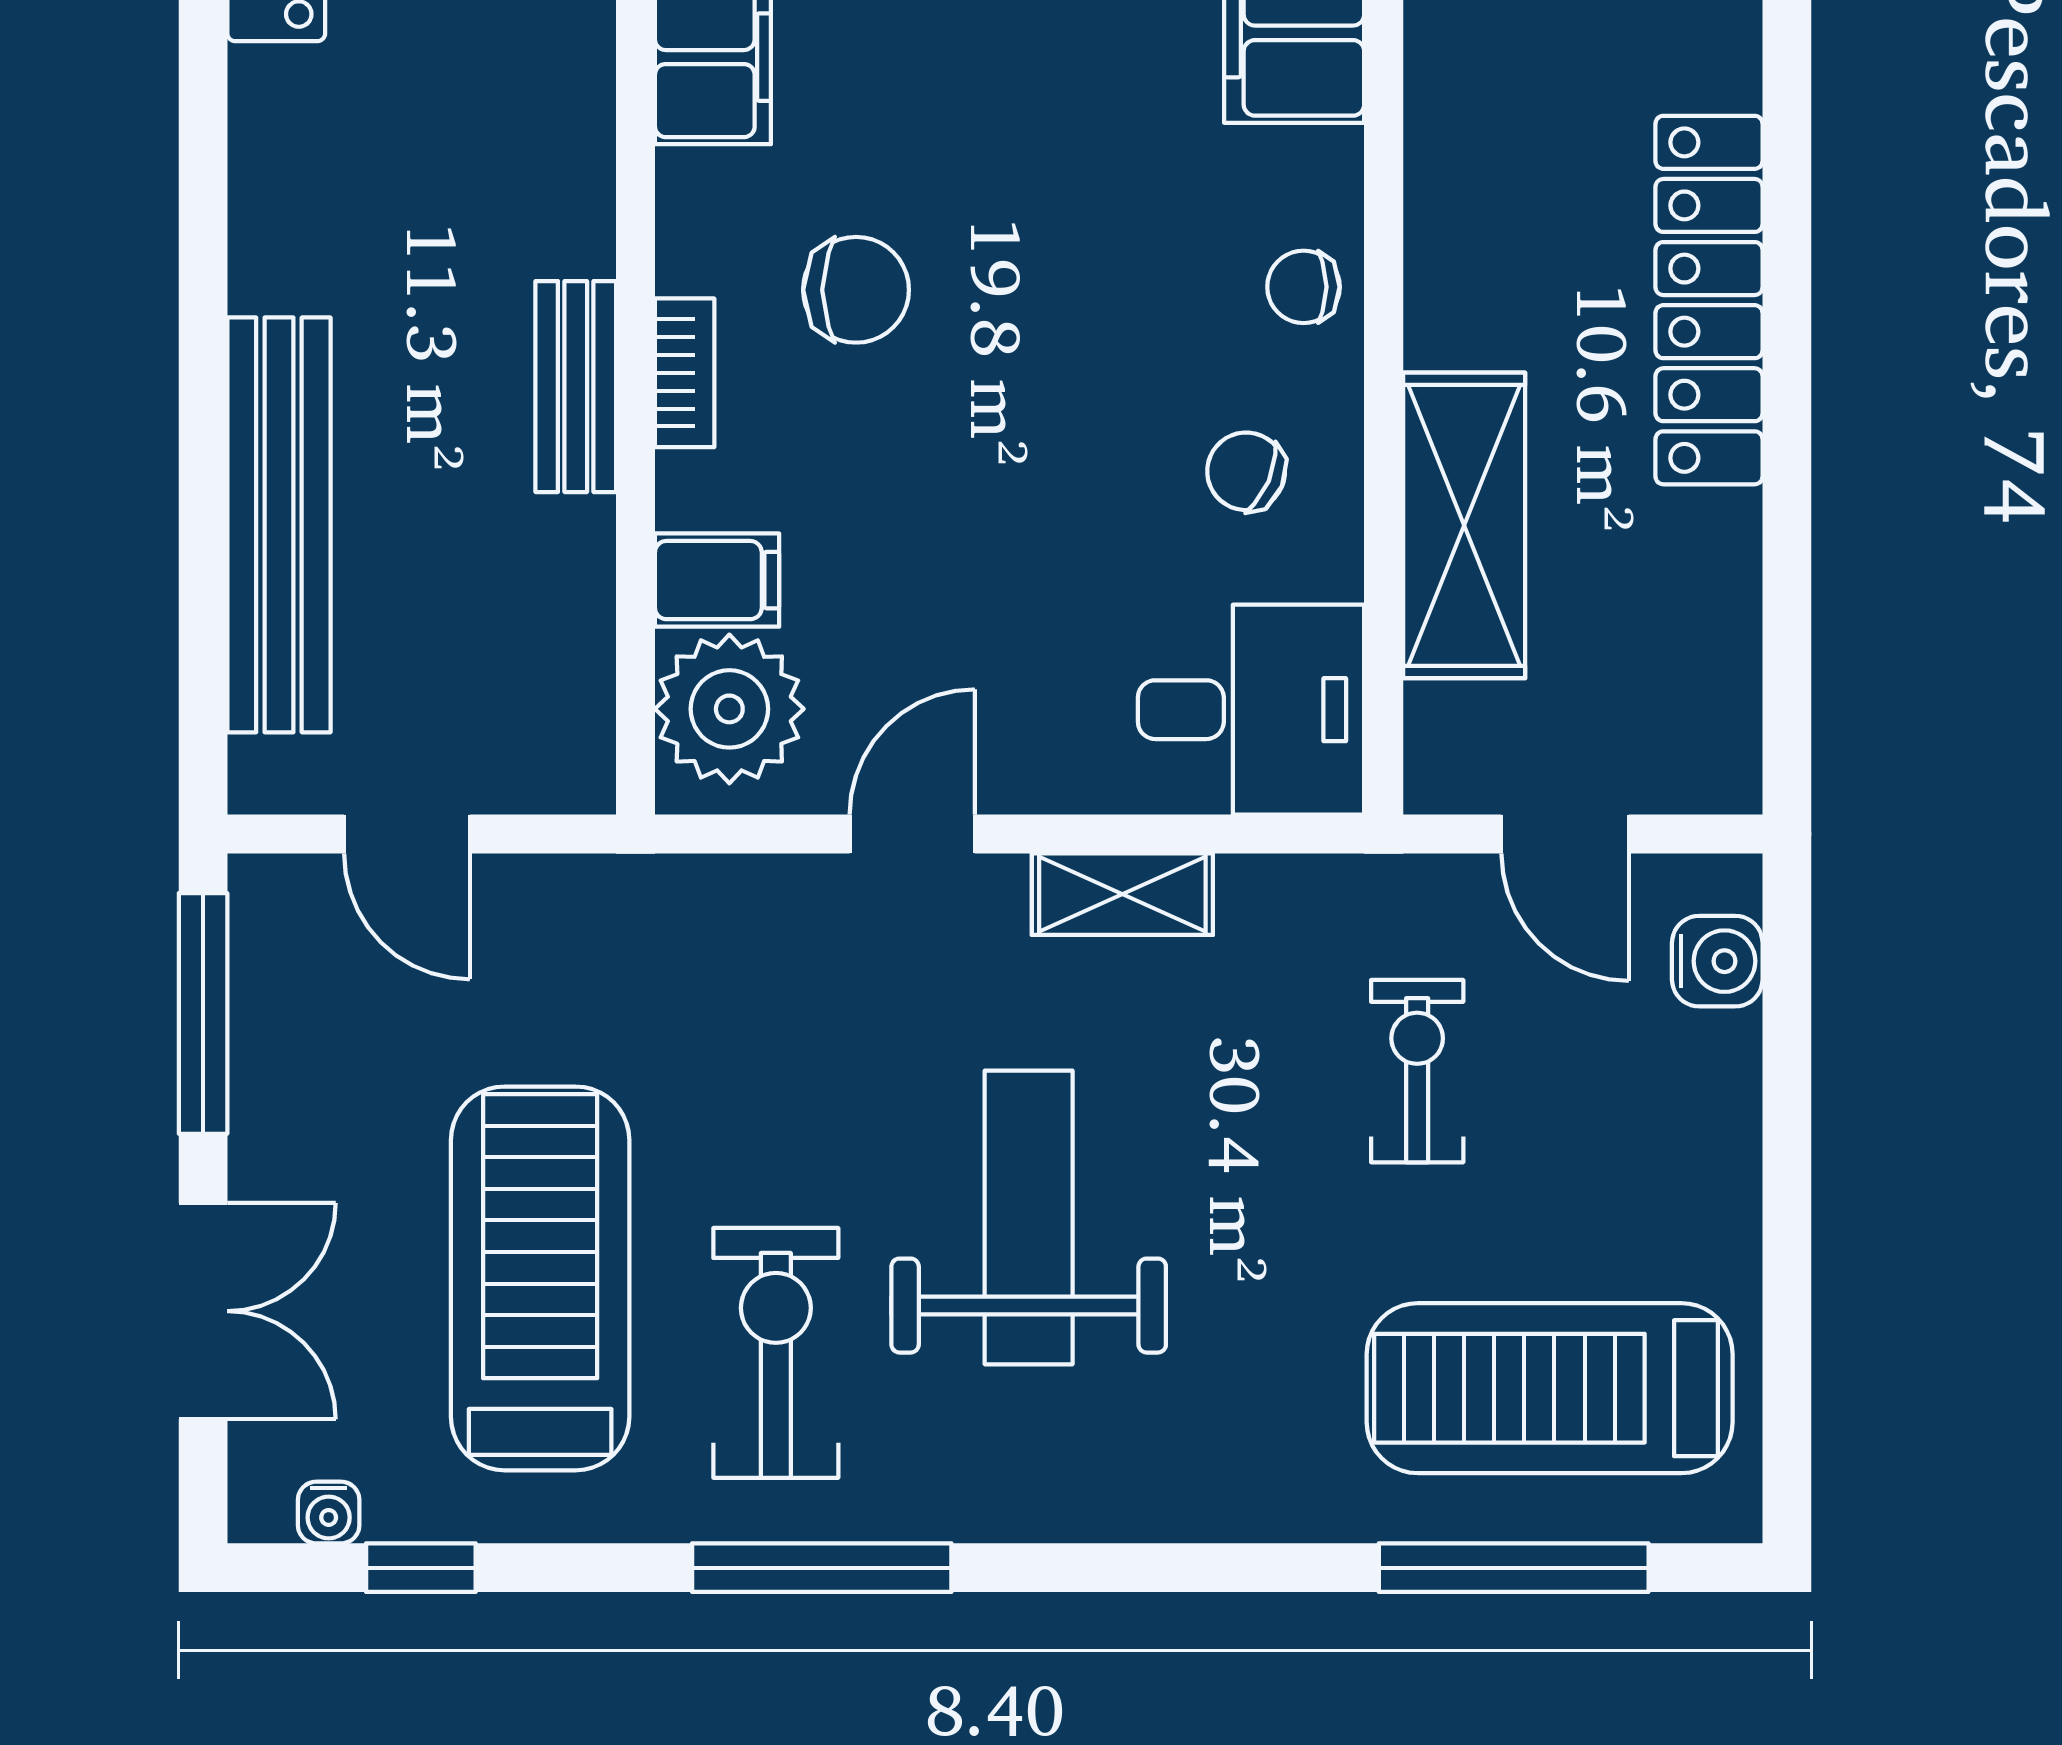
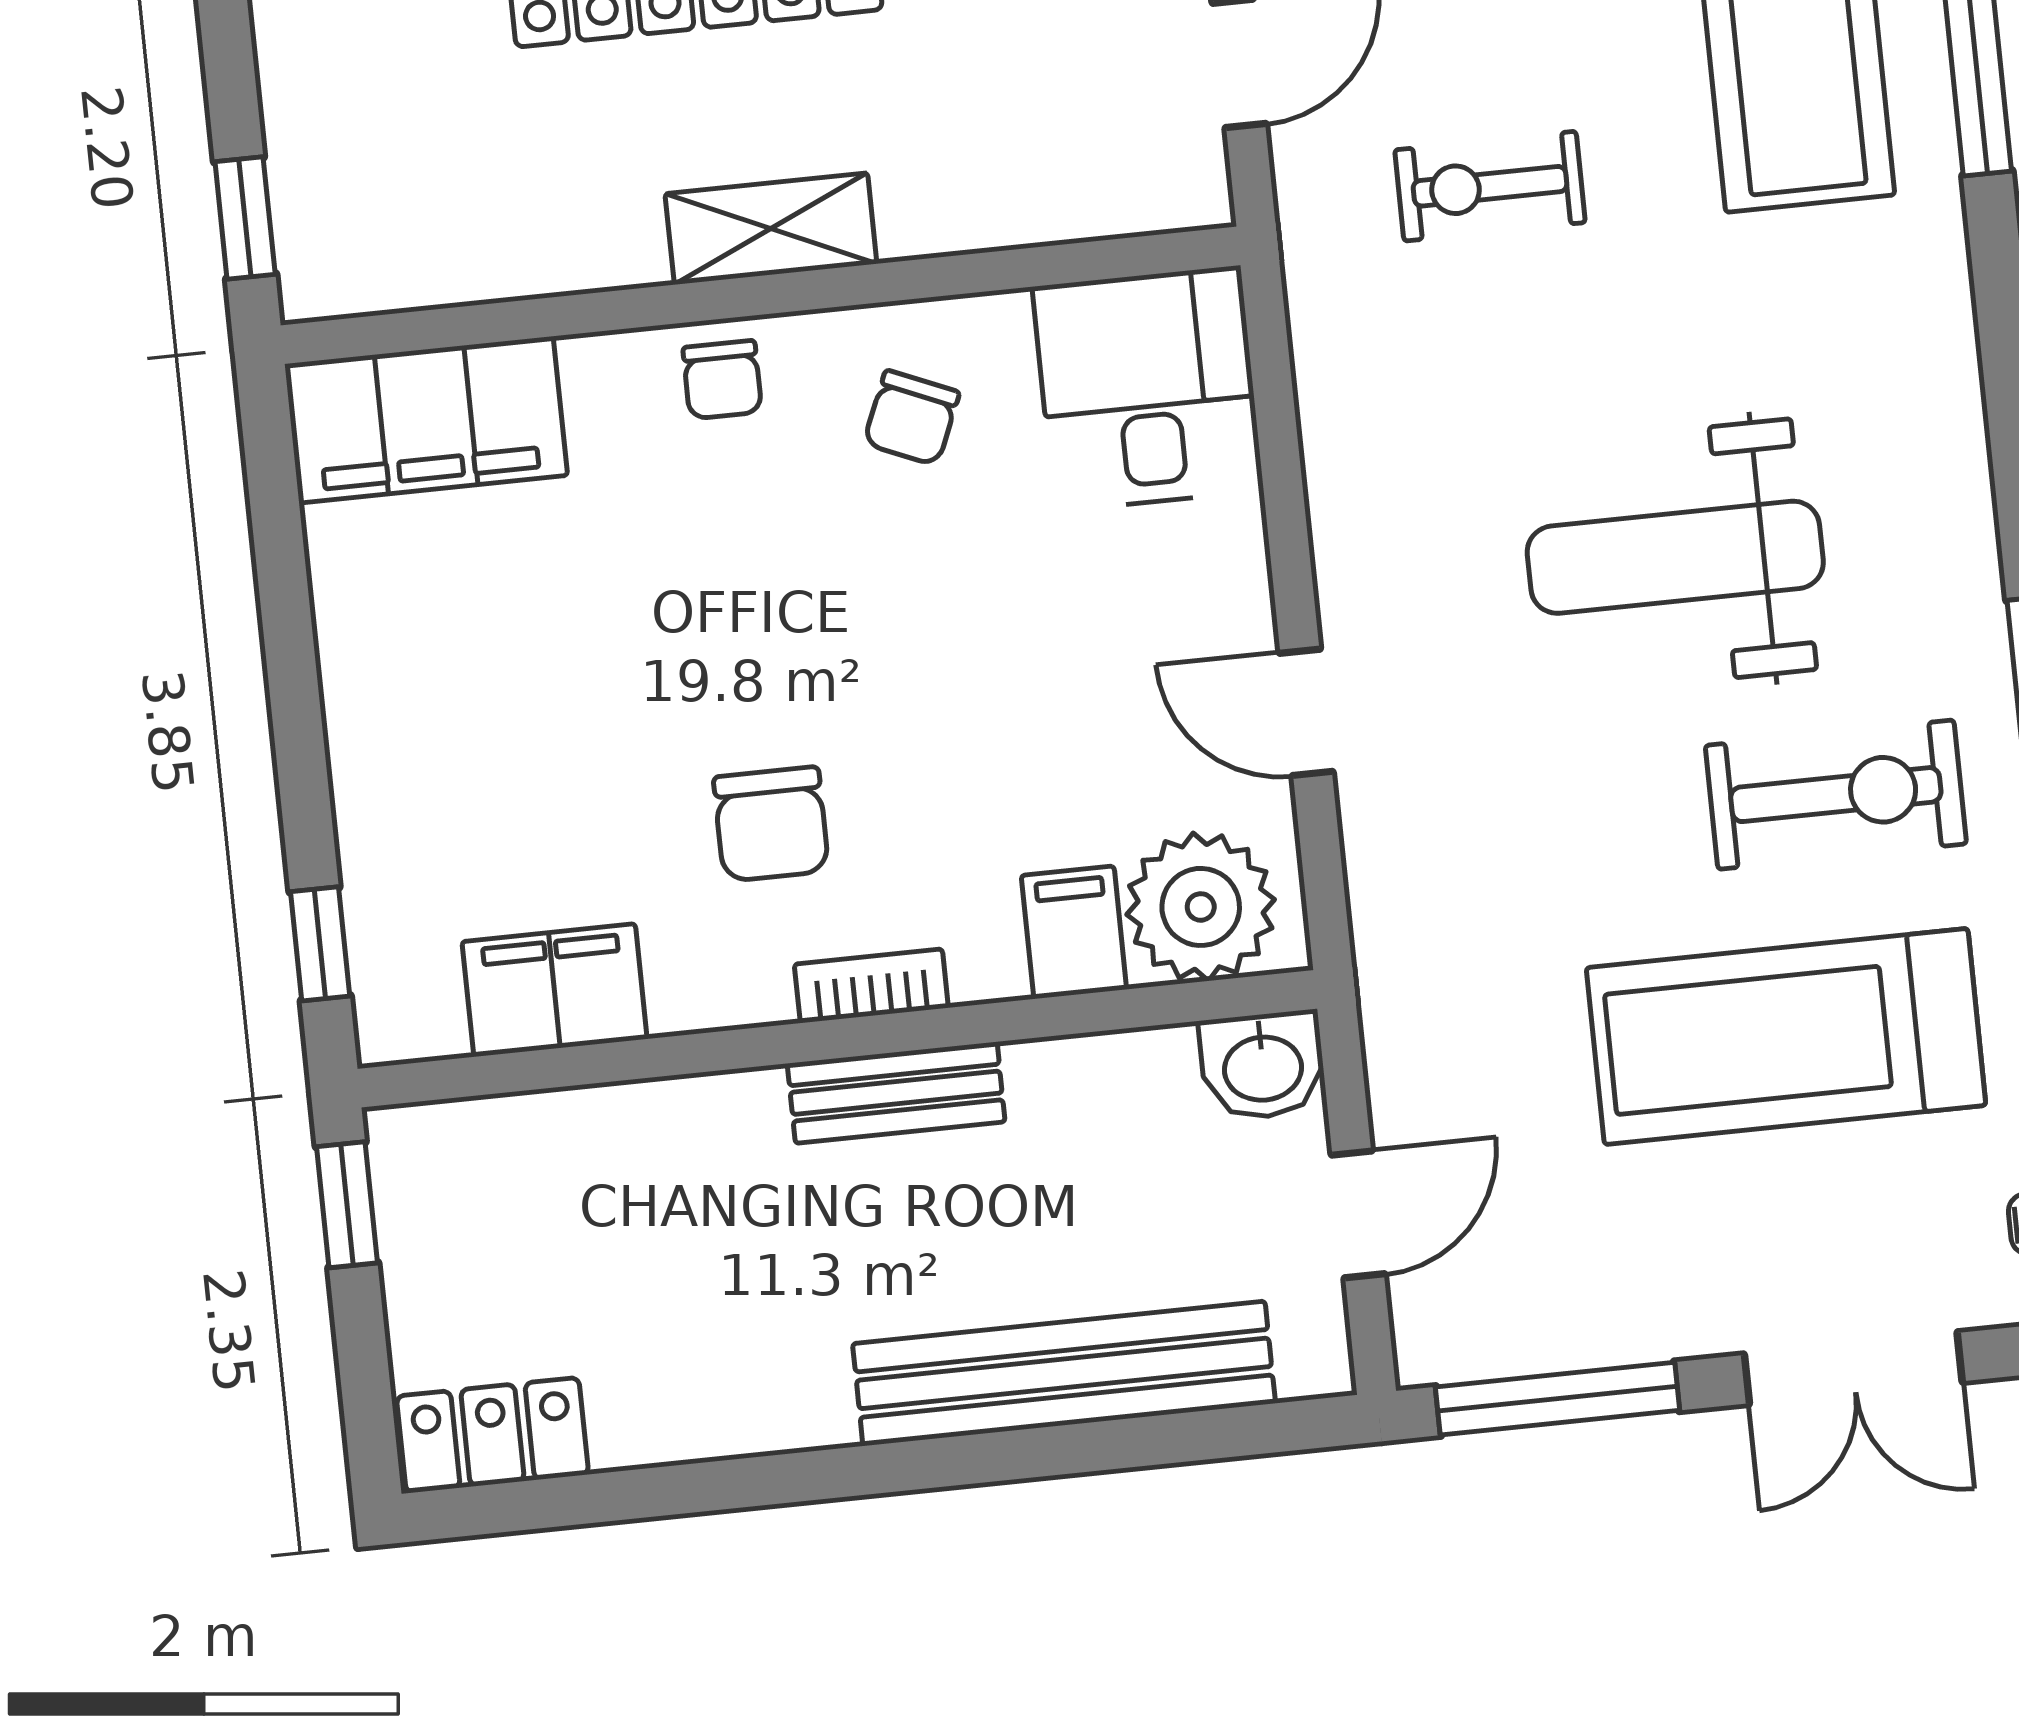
chair: (856, 290) -> (771, 824), turned 180
shelving: (1464, 525) -> (771, 229), moved, width x0.67, depth x0.75
washbasin: (565, 754) -> (1263, 1066), added
shelving: (1122, 894) -> (1344, 497), removed
double door: (203, 1311) -> (1853, 1368), swing flipped
exercise bike: (776, 1353) -> (1836, 795), turned 180

